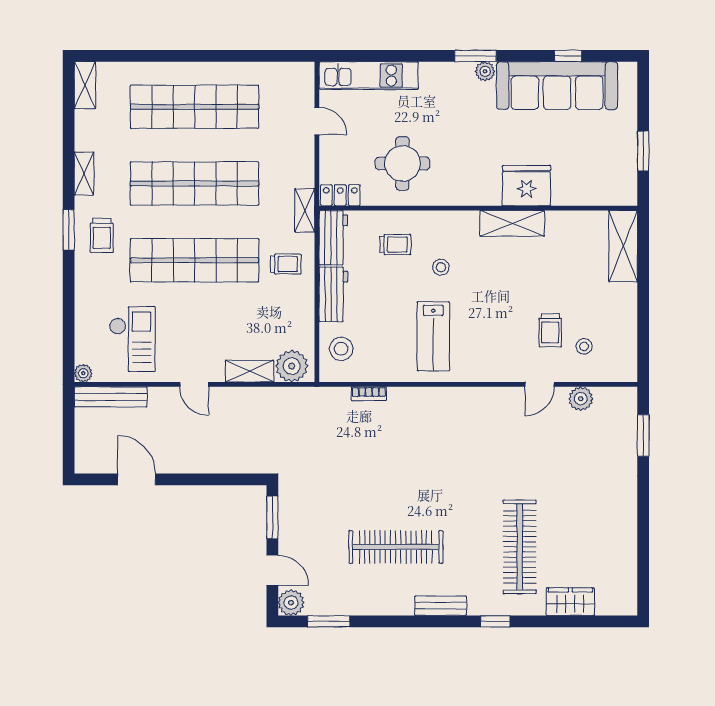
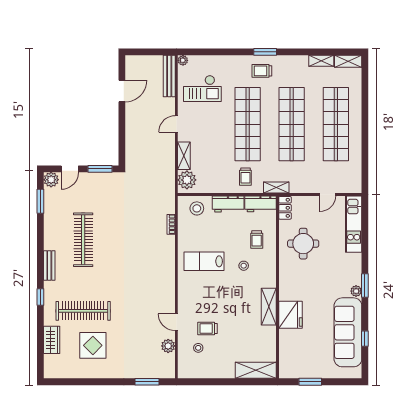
shelving: (84, 174) -> (321, 61), moved
display table: (580, 530) -> (93, 345), added

